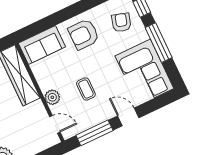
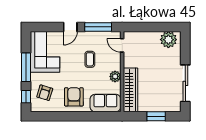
armchair: (84, 34) -> (74, 97), turned -90
plant: (52, 97) -> (115, 76), moved
door: (128, 117) -> (70, 27), hinge flipped

